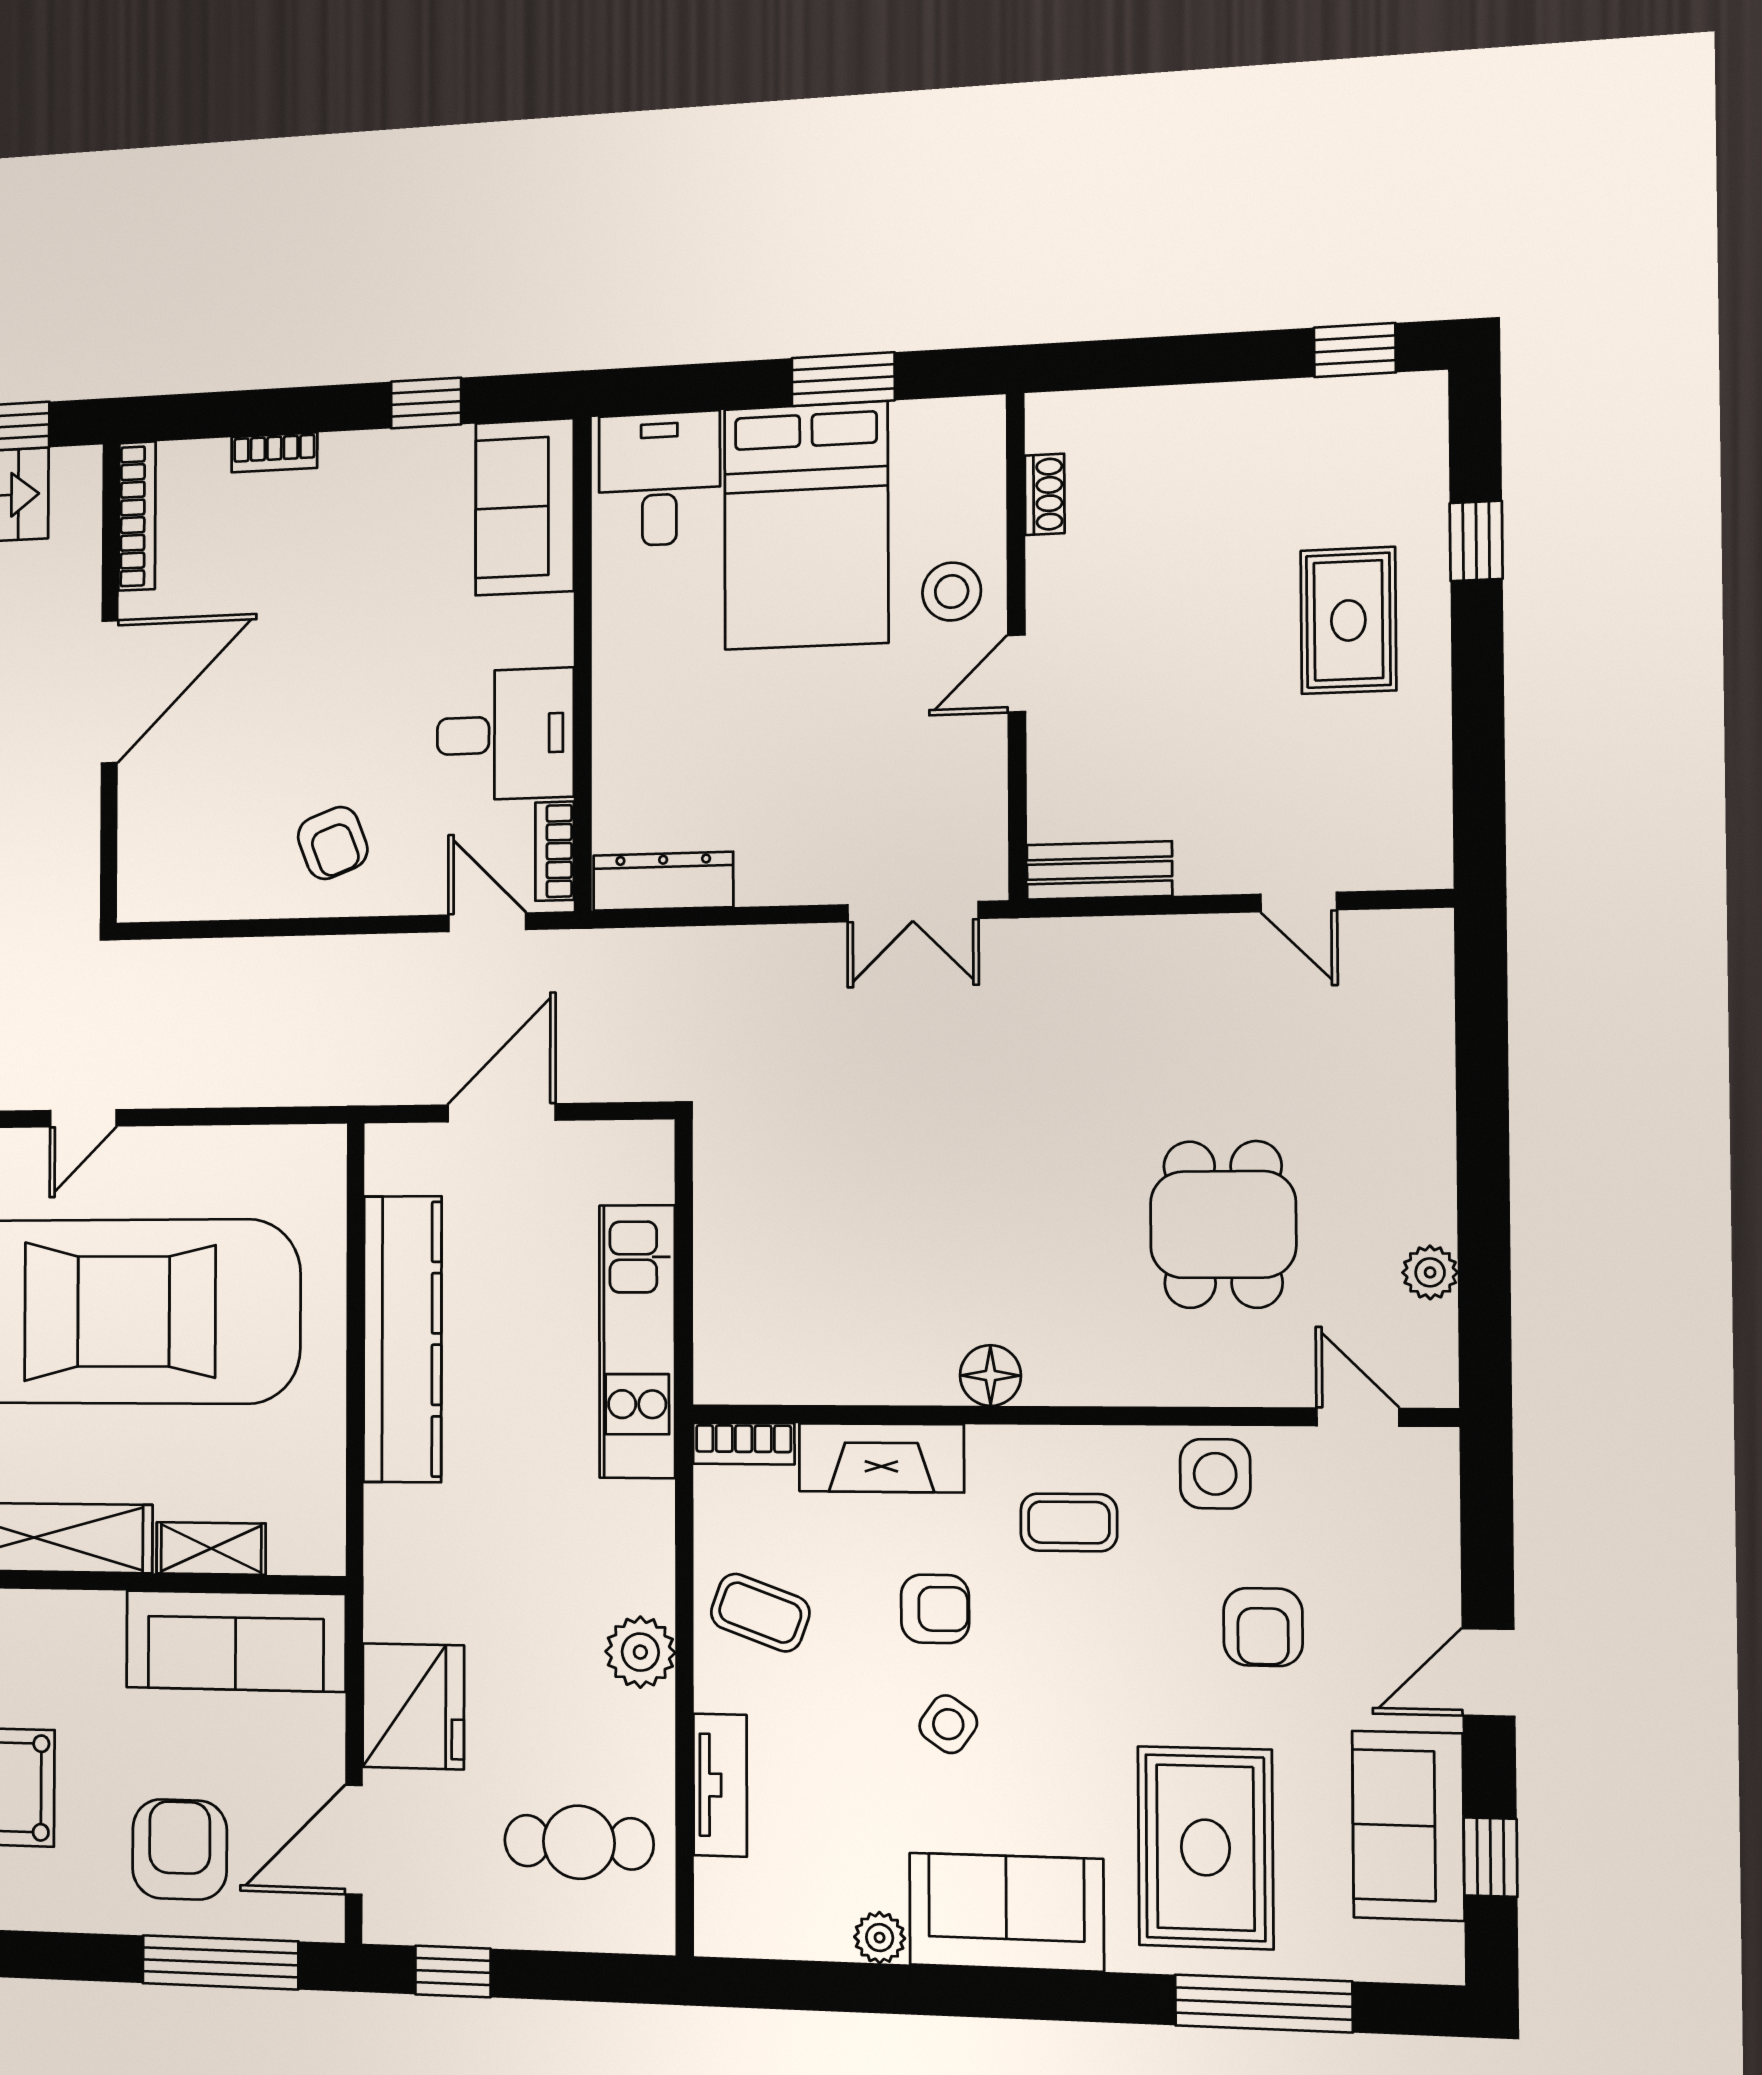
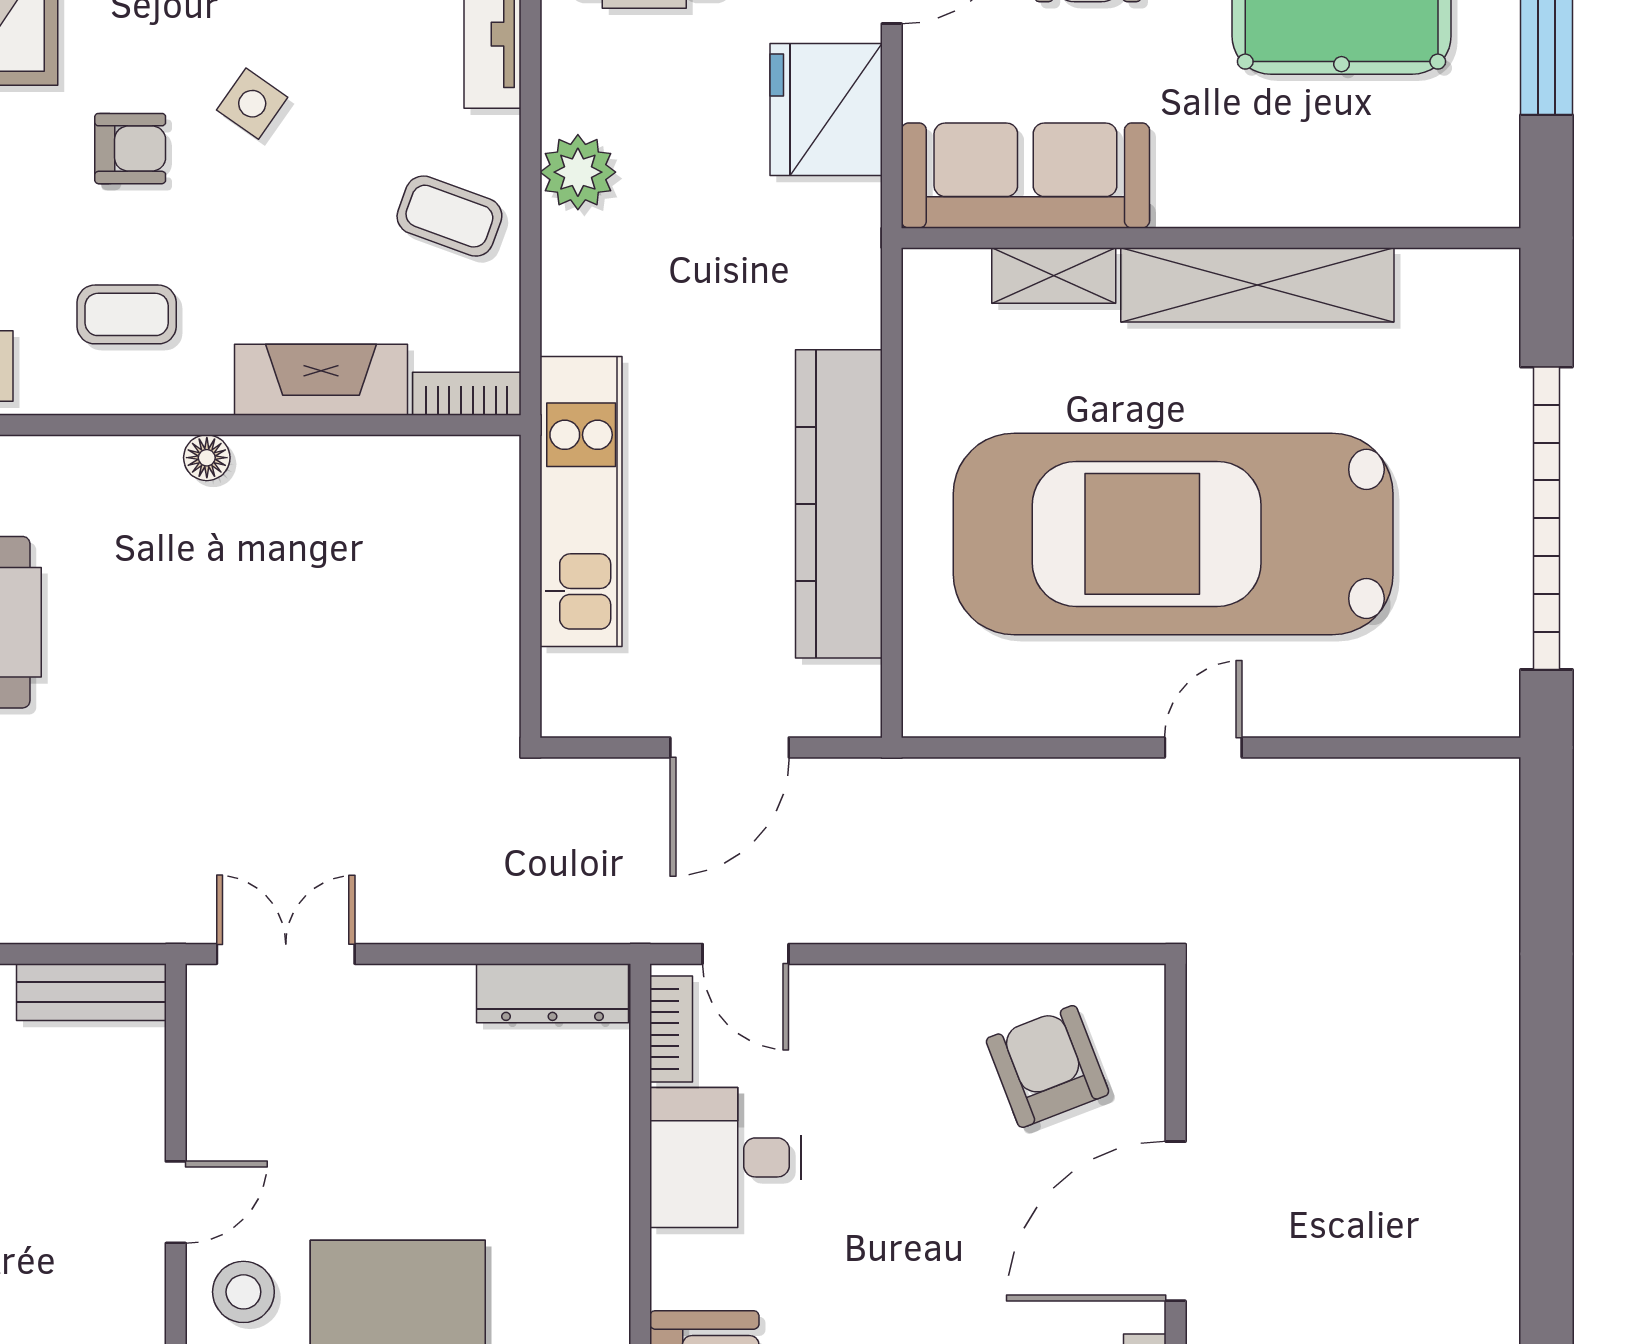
armchair: (333, 843) -> (1047, 1066), moved, width x1.38, depth x1.38
floor lamp: (990, 1375) -> (207, 458), width x0.73, depth x0.73
armchair: (935, 1609) -> (130, 149), moved, turned 180

